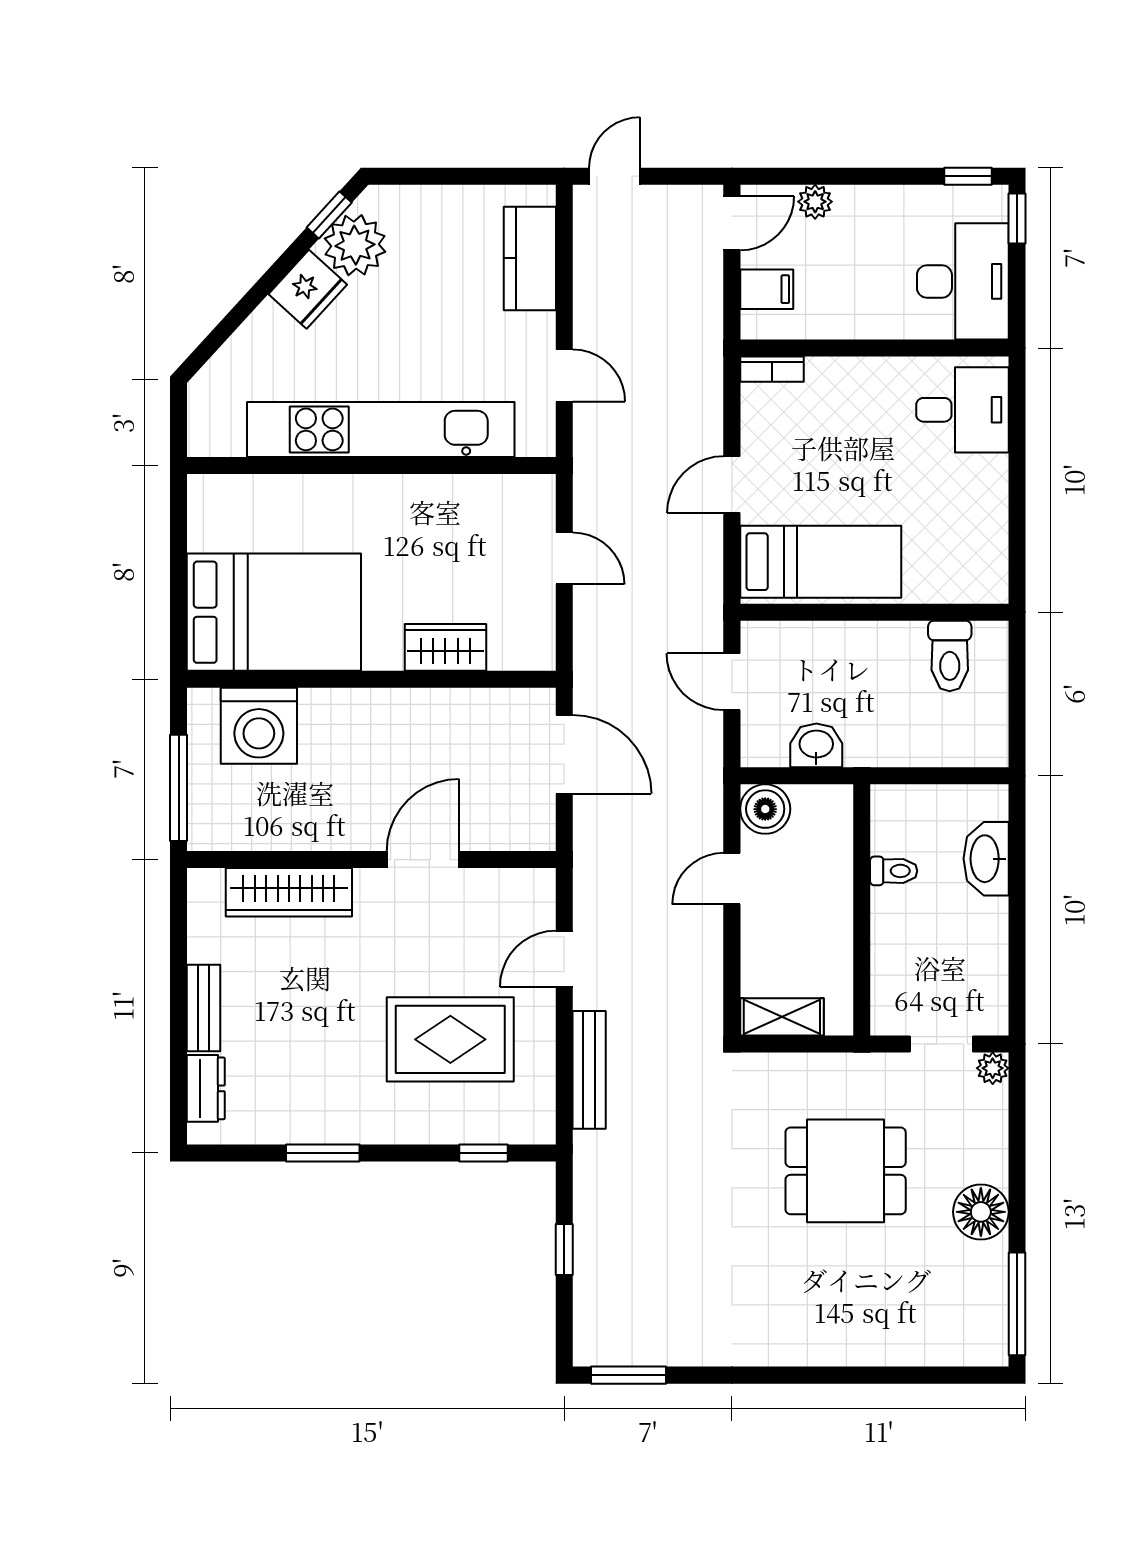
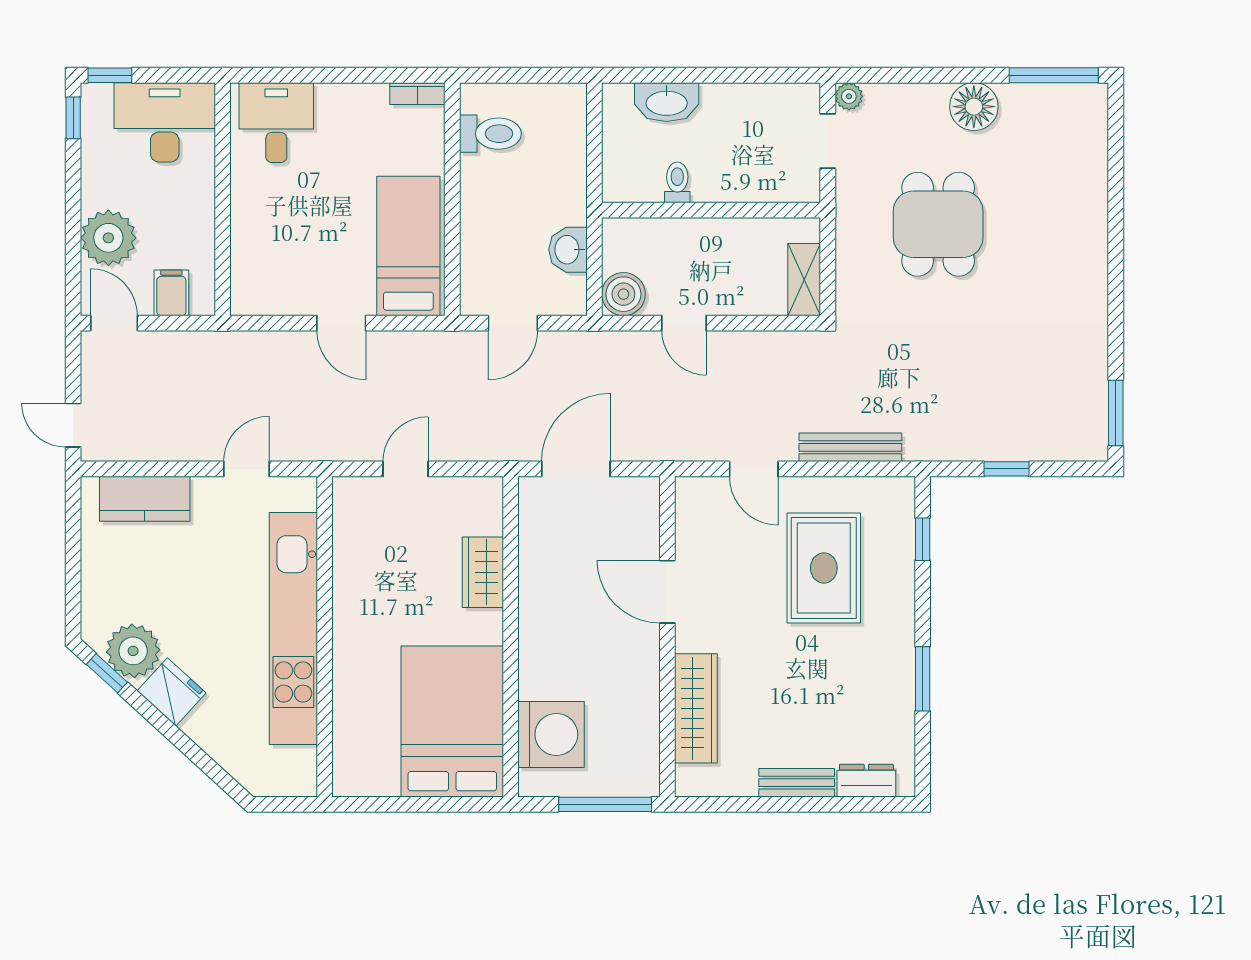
plant: (815, 202) -> (108, 238), width x1.87, depth x1.87
bookcase: (772, 369) -> (417, 94), moved, turned 90

